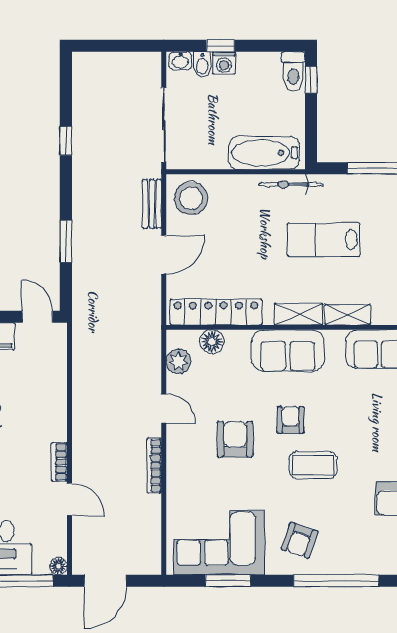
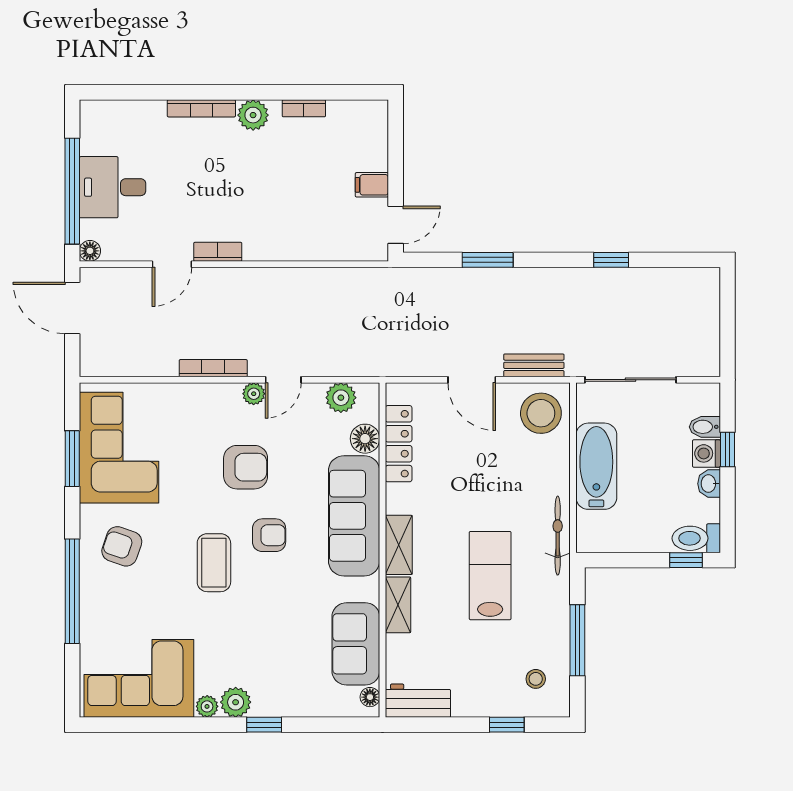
washbasin: (180, 61) -> (709, 484), moved
bathtub: (264, 153) -> (596, 466), moved
locker: (216, 312) -> (399, 444), width x0.71, depth x0.83
sofa: (288, 351) -> (354, 516), width x1.36
plant: (175, 433) -> (254, 394), added

